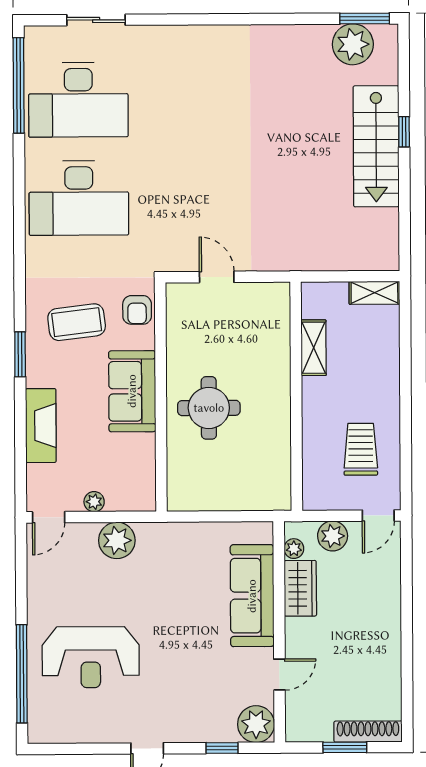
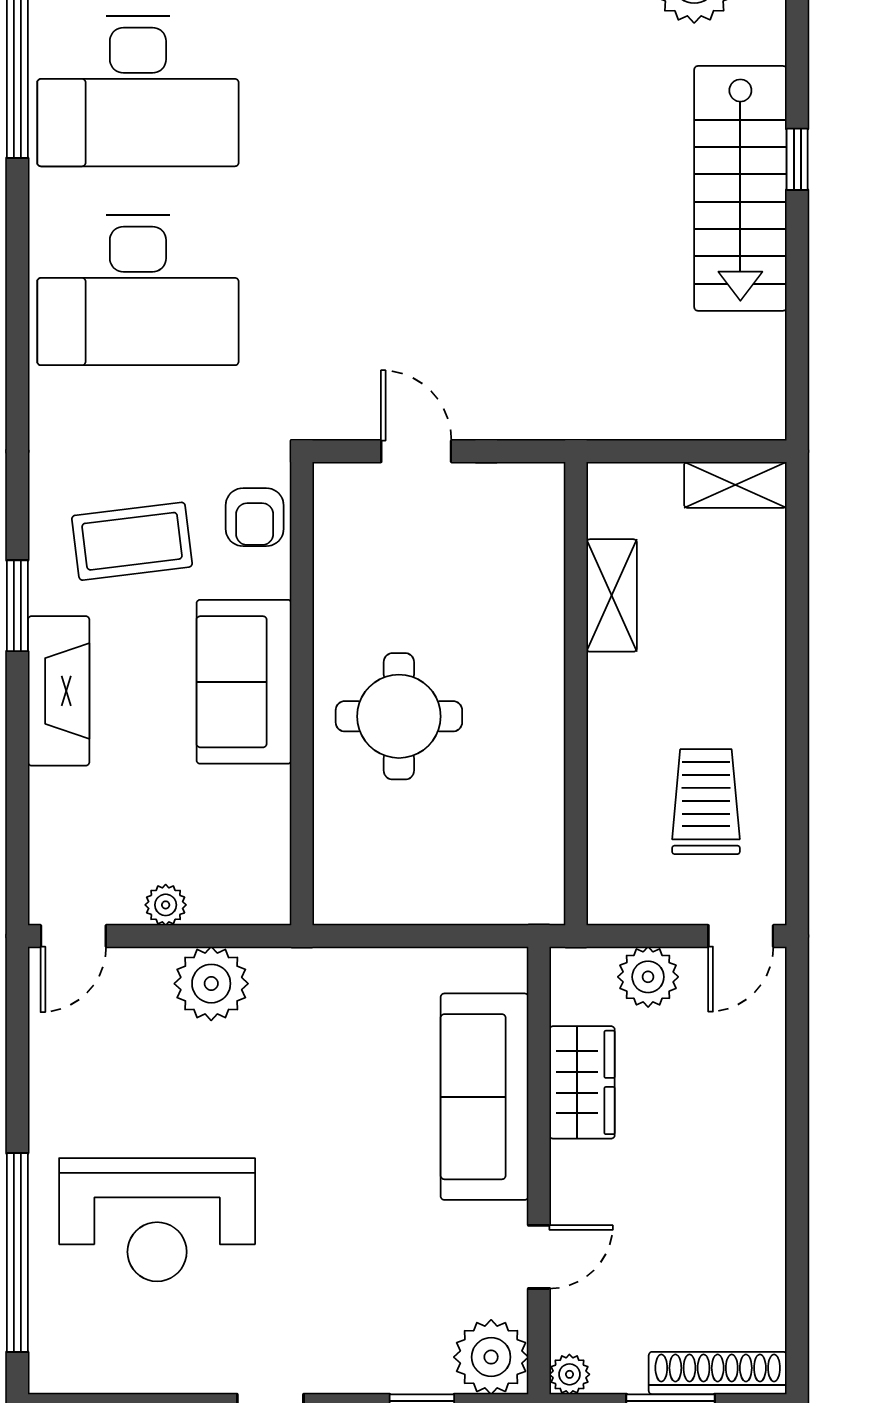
fireplace: (41, 426) -> (59, 691), moved
plant: (294, 549) -> (569, 1374), moved

